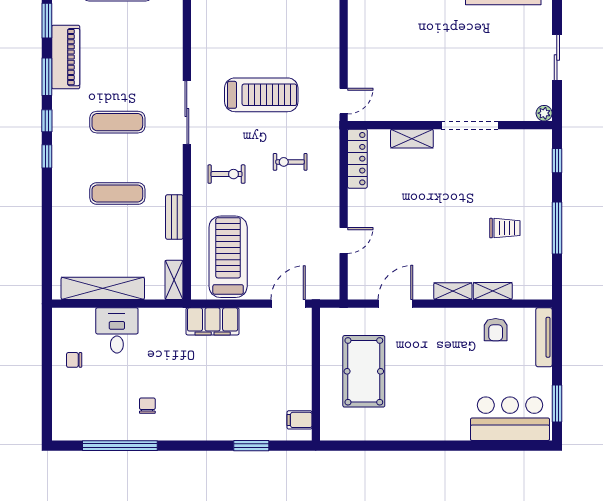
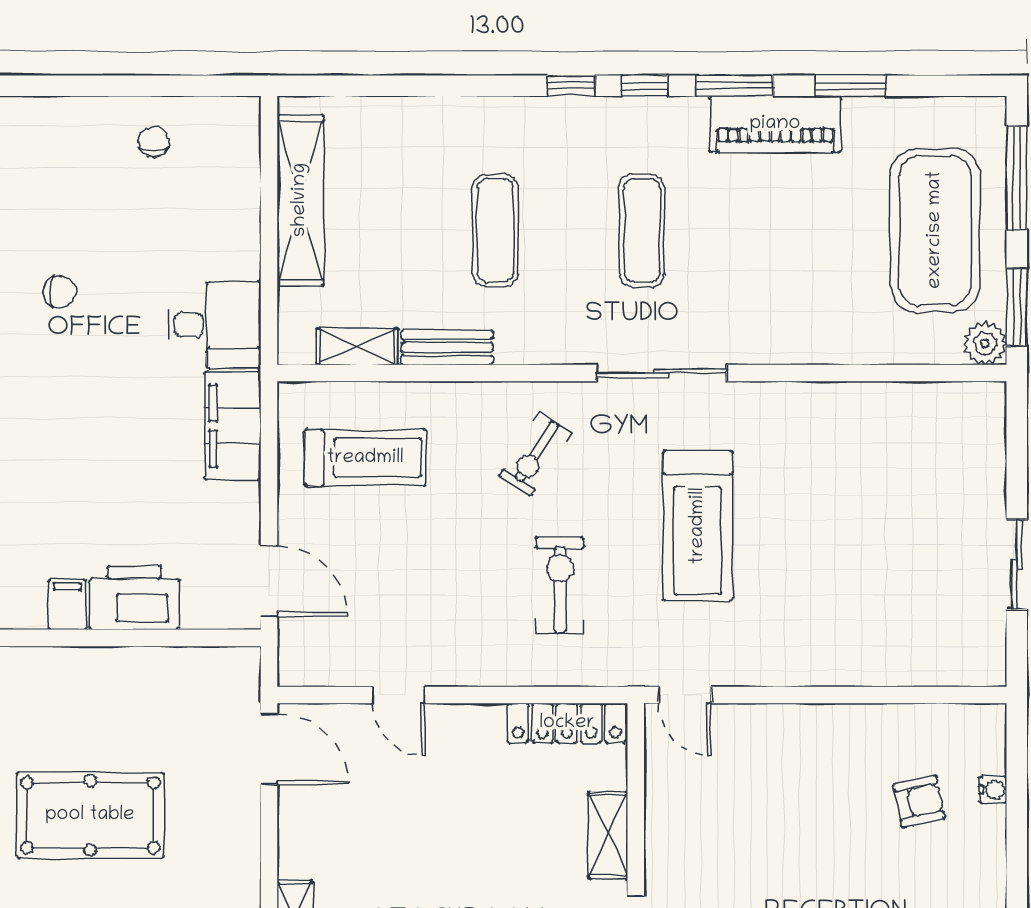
exercise bike: (290, 162) -> (560, 585), width x1.38, depth x1.39
exercise bike: (227, 174) -> (535, 454), turned 33
treadmill: (228, 257) -> (365, 458), width x0.73, depth x0.73
shelving: (174, 280) -> (357, 347), moved
door: (395, 304) -> (269, 749), moved
desk: (117, 330) -> (214, 325), moved
printer: (296, 369) -> (134, 598), added
pool table: (364, 371) -> (90, 815), moved
filing cabinet: (299, 420) -> (67, 604), moved

